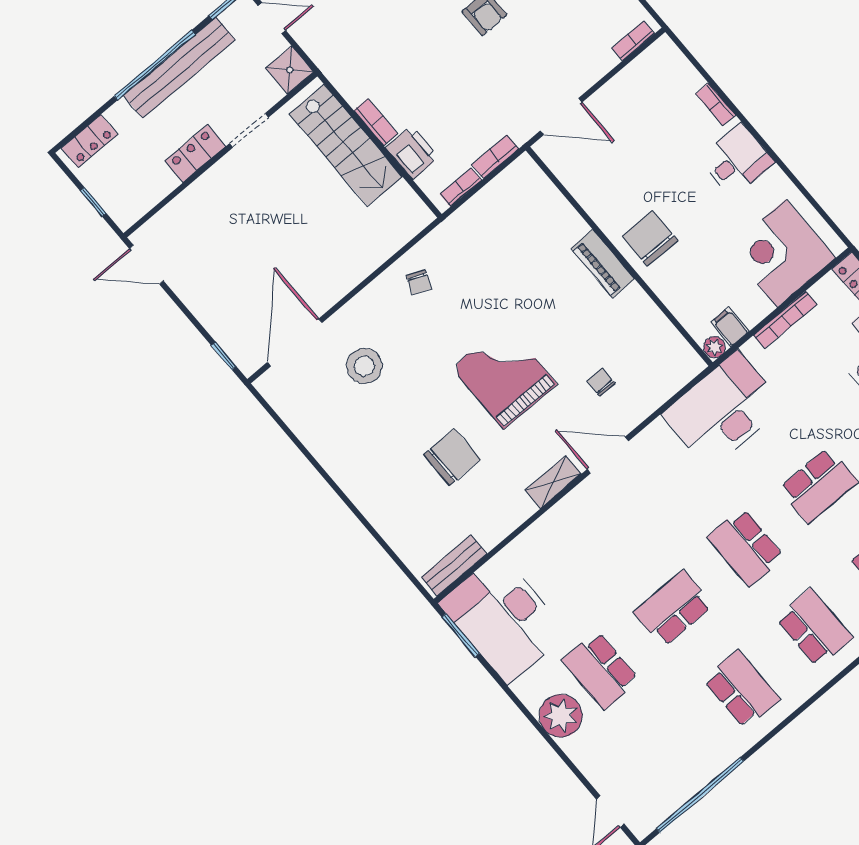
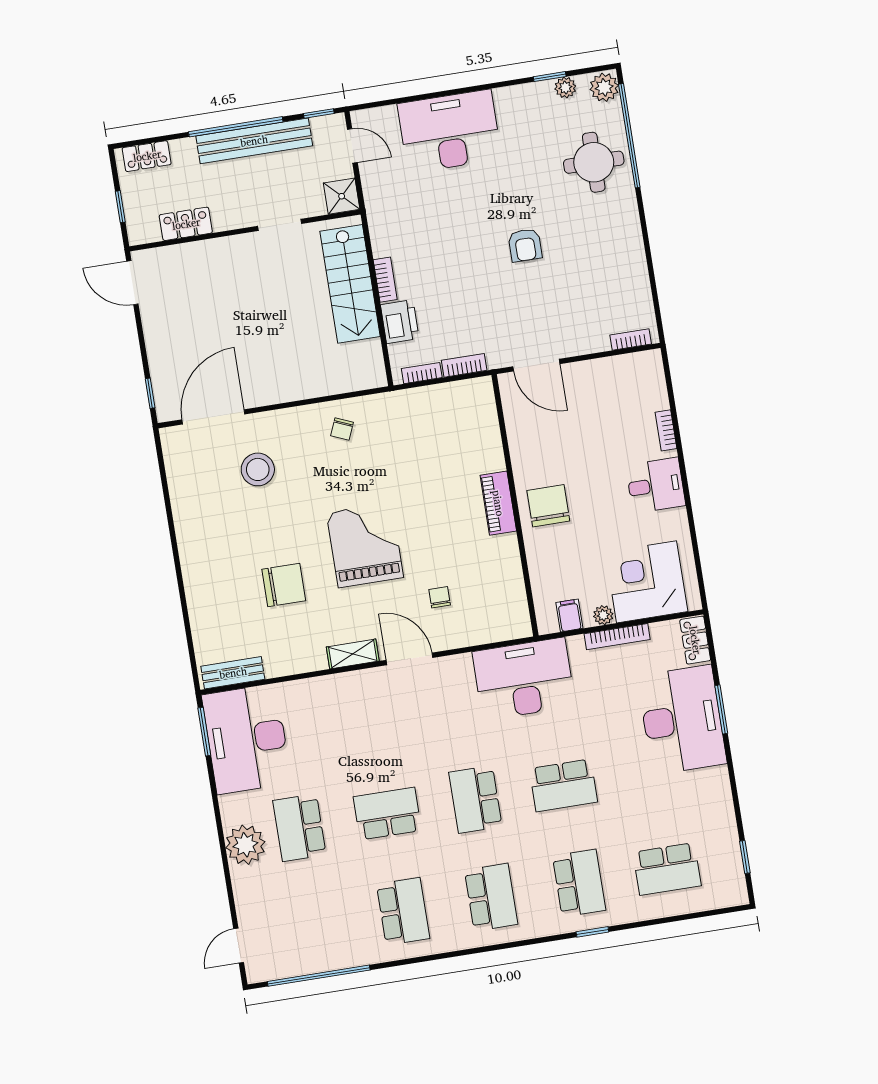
locker: (195, 154) -> (186, 224), moved
plant: (714, 347) -> (603, 615), moved

